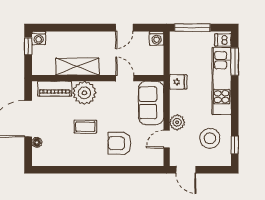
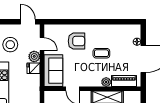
fridge: (178, 82) -> (33, 68), moved
plant: (84, 93) -> (106, 82), width x0.53, depth x0.53
door: (167, 139) -> (42, 44), hinge flipped

